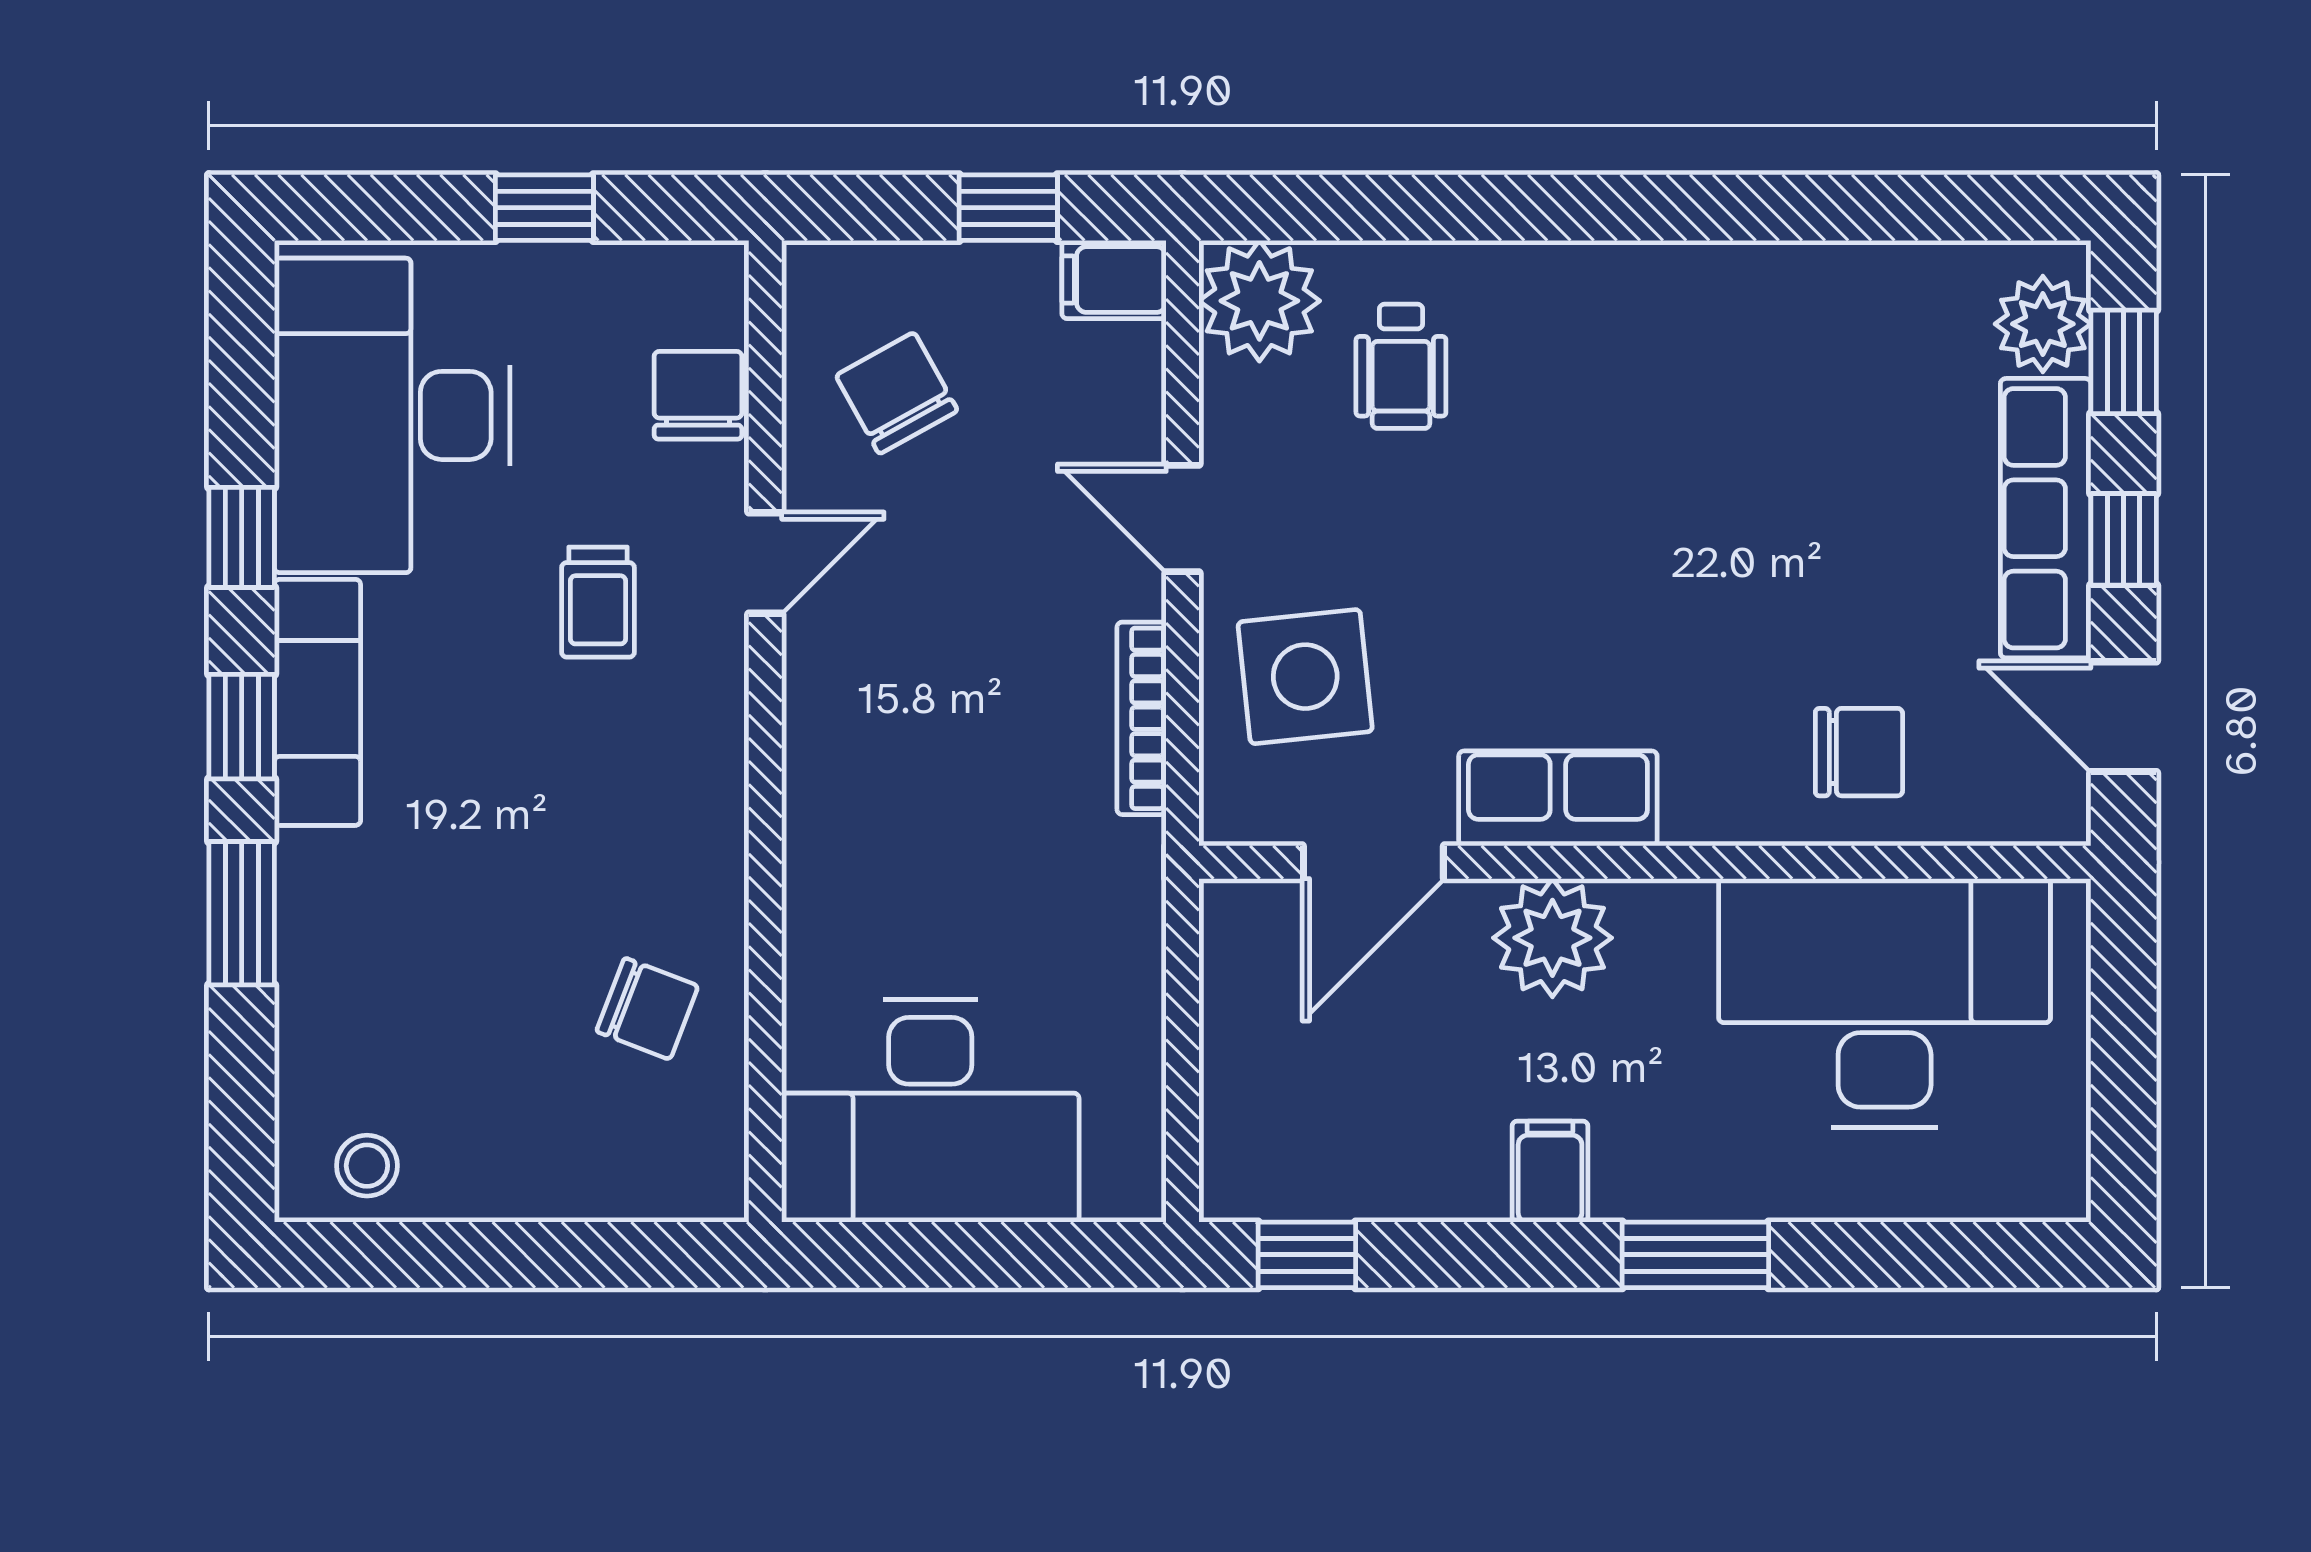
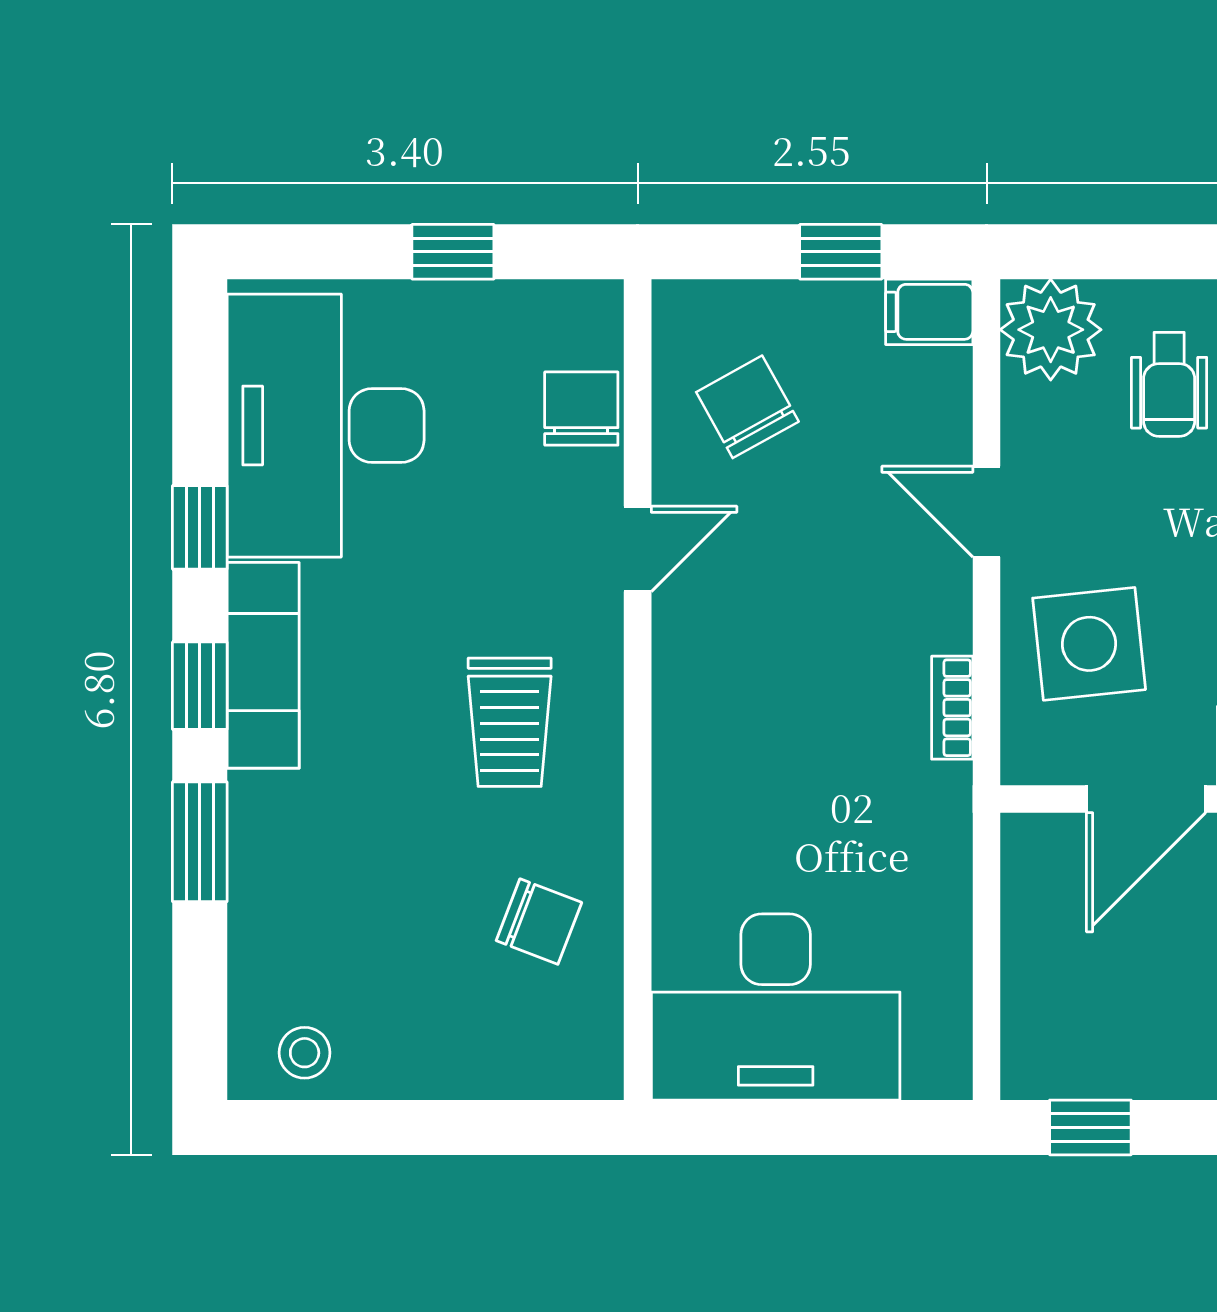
trolley: (598, 602) -> (510, 722), moved, width x1.36, depth x1.39
bookcase: (1142, 718) -> (952, 708), width x0.64

